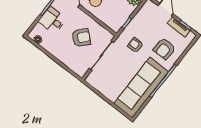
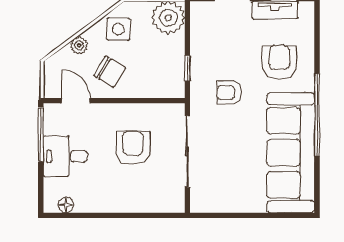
armchair: (81, 38) -> (133, 148), turned -42
armchair: (164, 49) -> (279, 62), turned 180

